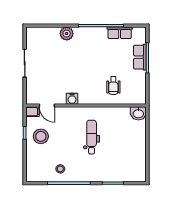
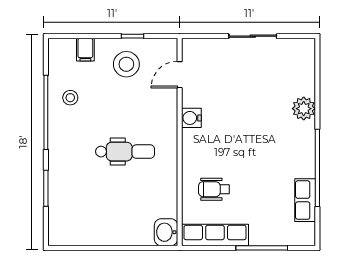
row of seats: (140, 57) -> (215, 235), moved, width x1.48
filing cabinet: (32, 112) -> (85, 50), moved

